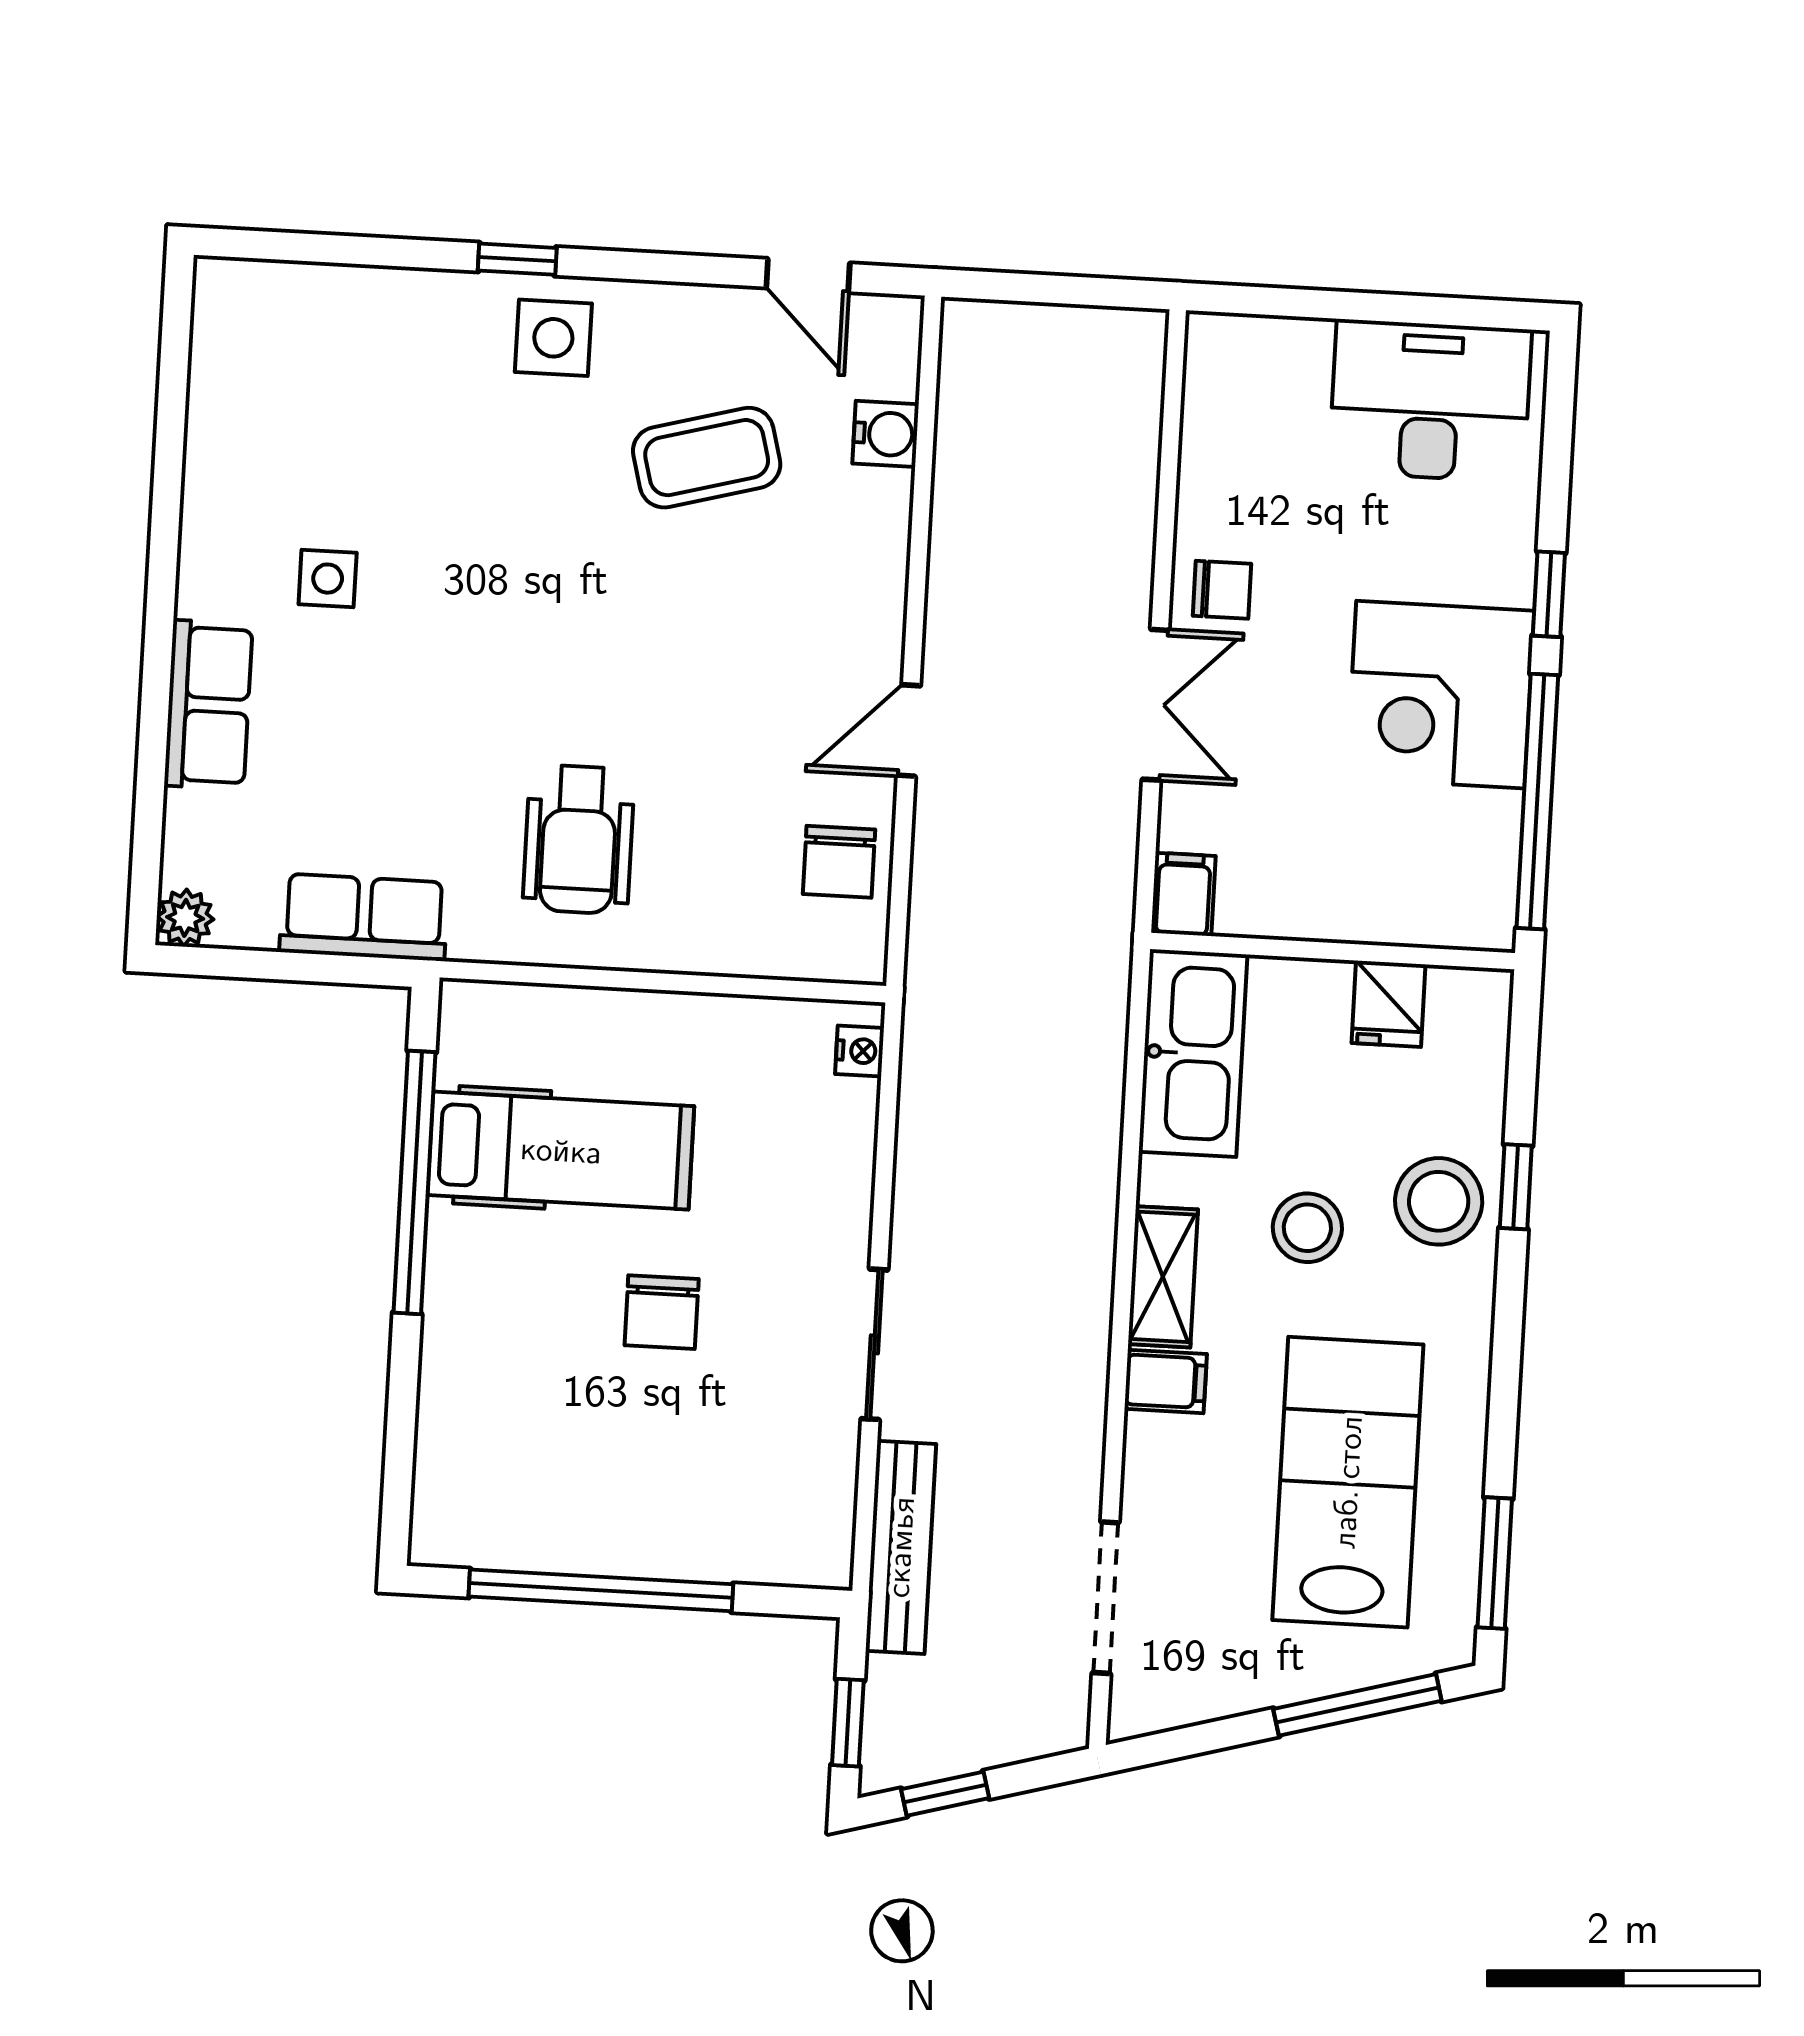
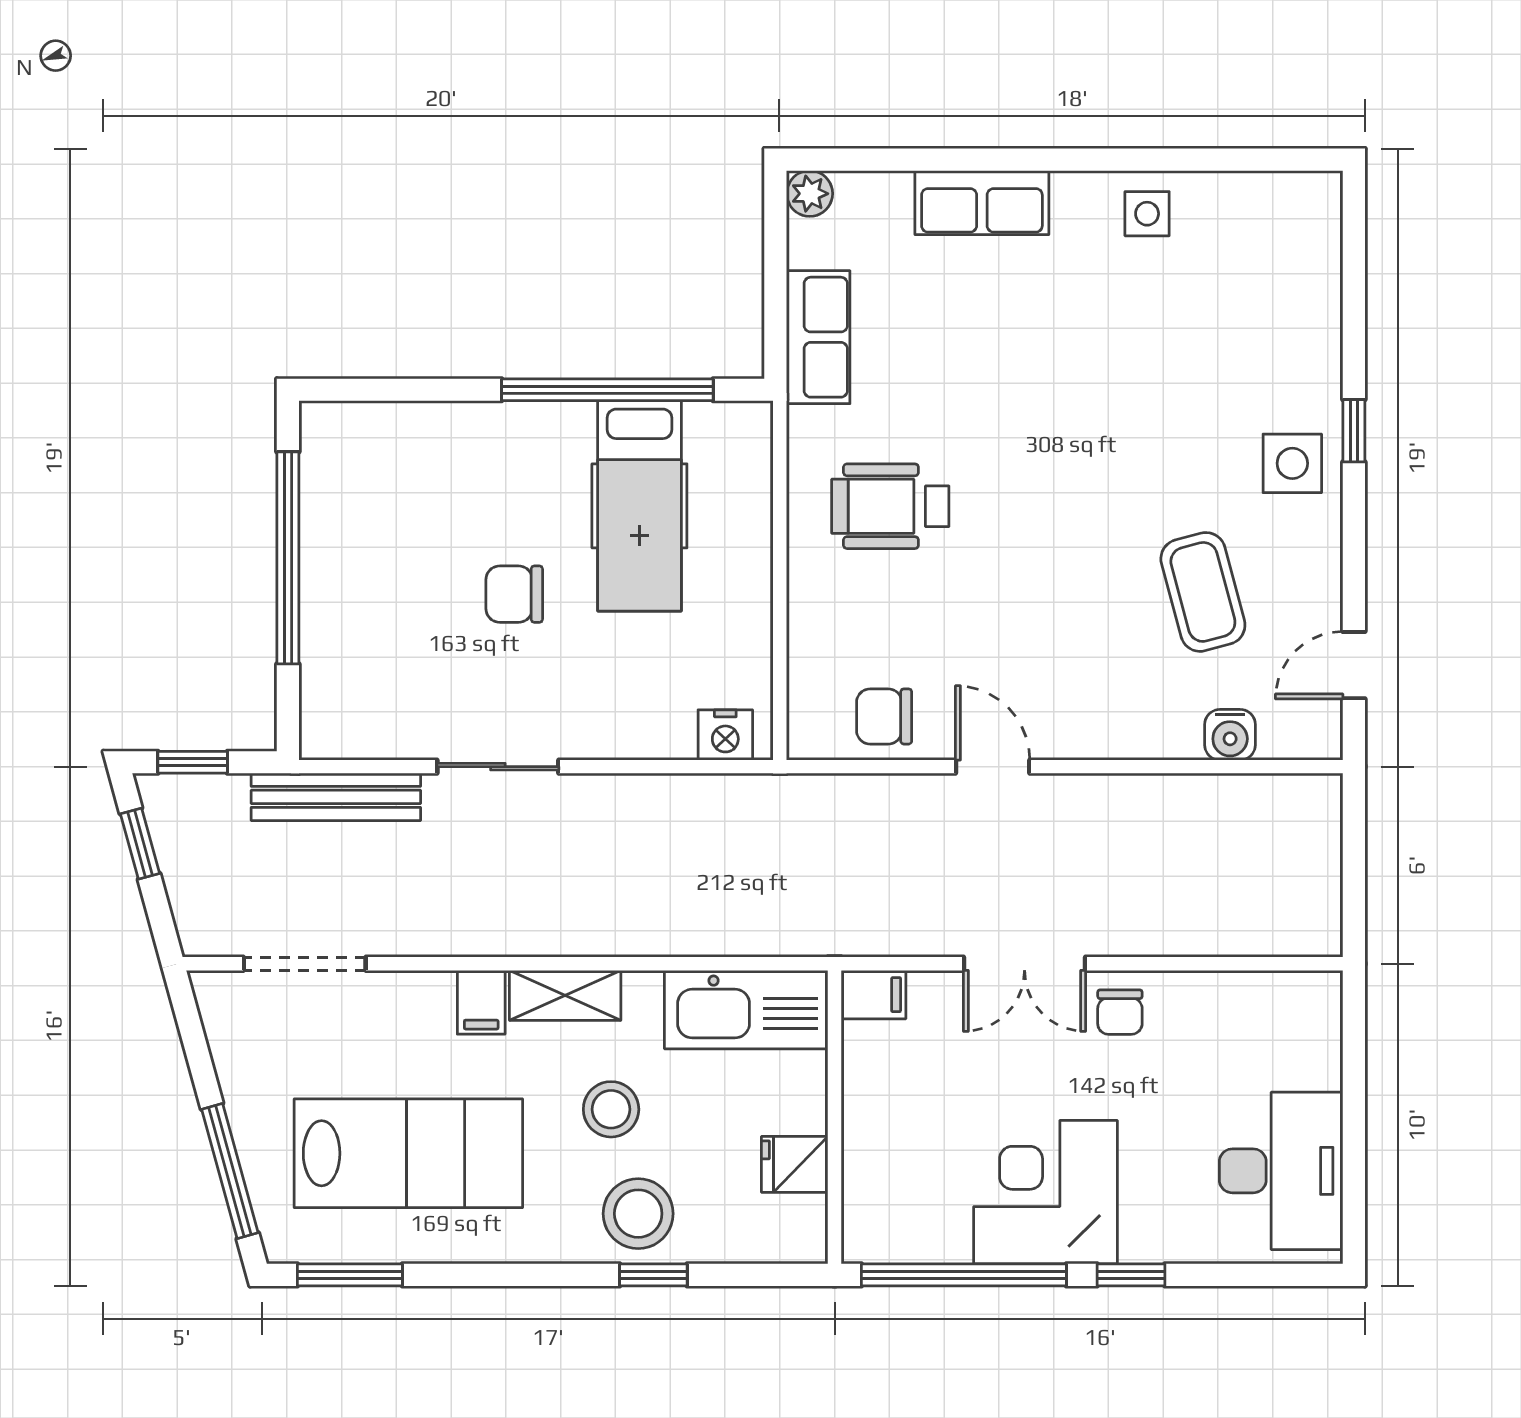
side table: (328, 579) -> (1147, 214), moved
nightstand: (860, 1051) -> (725, 735), width x1.39, depth x1.35

